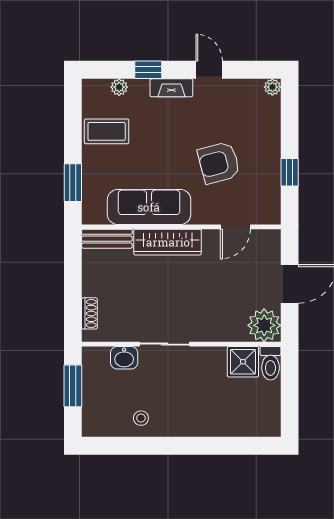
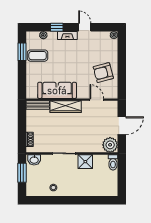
armchair: (219, 163) -> (103, 73), moved
window: (290, 172) -> (122, 74), removed
window: (73, 183) -> (22, 52), moved
door: (235, 227) -> (97, 100), swing flipped
washbasin: (124, 358) -> (34, 160), moved
shower: (243, 362) -> (85, 162), moved

